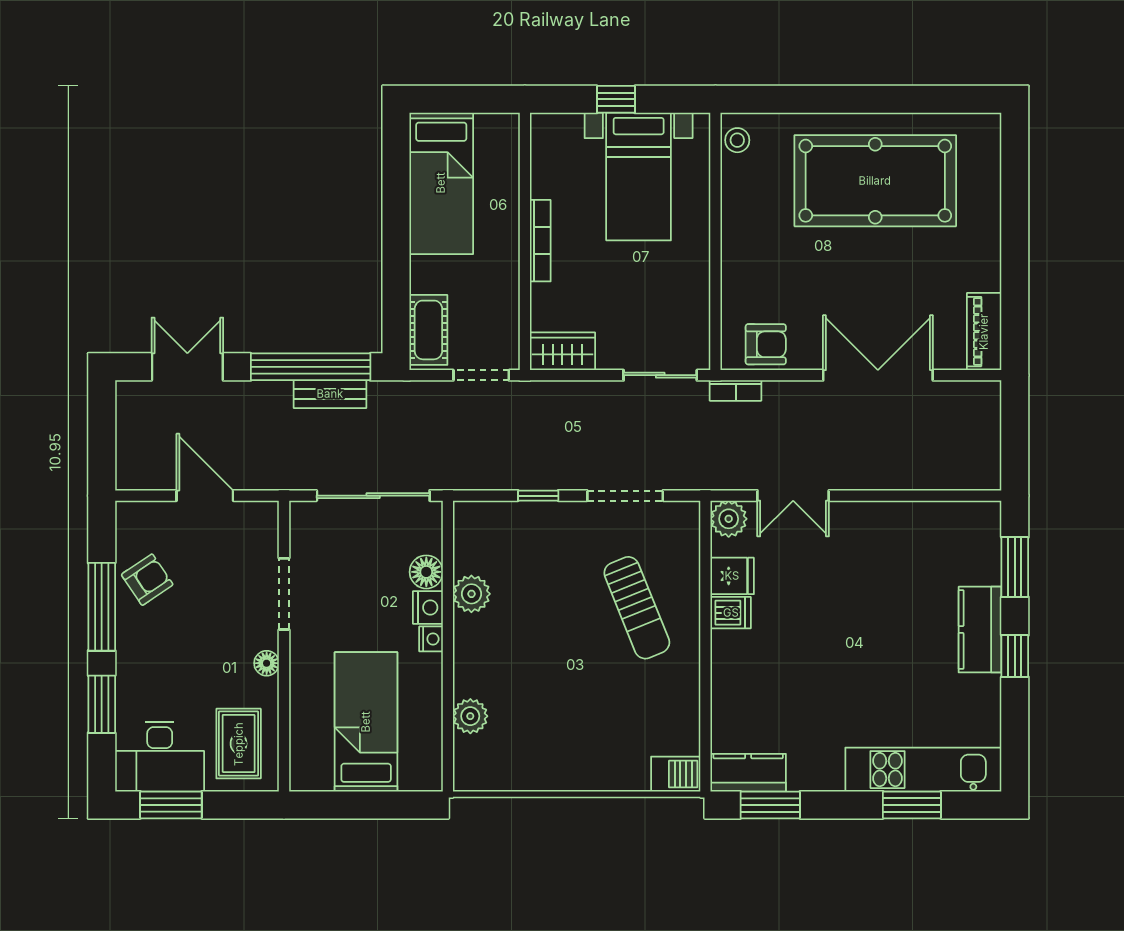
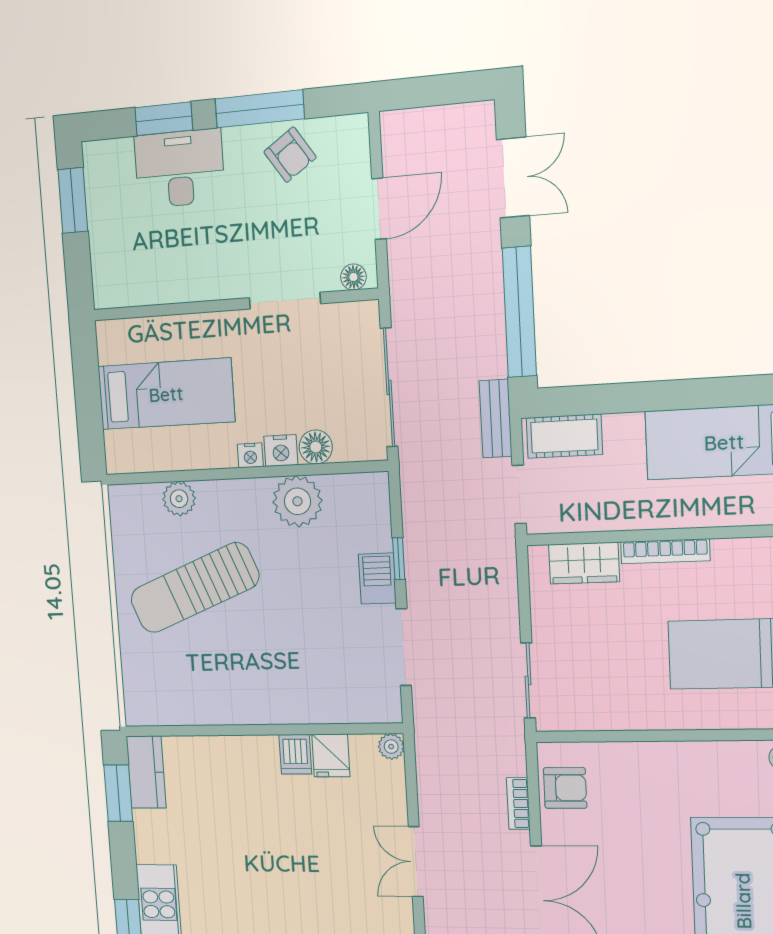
armchair: (766, 344) -> (565, 788), turned -90
wardrobe: (562, 351) -> (584, 563), moved, turned 90
bookcase: (736, 391) -> (518, 803), moved
bench: (330, 394) -> (496, 419), moved
double door: (793, 496) -> (416, 862), moved
plant: (729, 519) -> (391, 747), width x0.73, depth x0.73
plant: (471, 594) -> (297, 501), width x1.36, depth x1.36
sun lounger: (637, 608) -> (195, 588), moved, width x1.36, depth x1.34
floor lamp: (267, 663) -> (353, 277), moved
rug: (239, 744) -> (136, 265), removed
desk: (160, 757) -> (179, 168), moved, turned 90
barbecue: (676, 774) -> (377, 579), moved, turned 180

